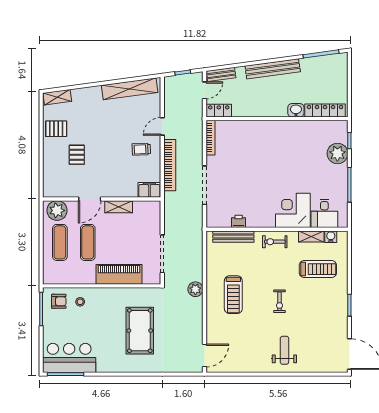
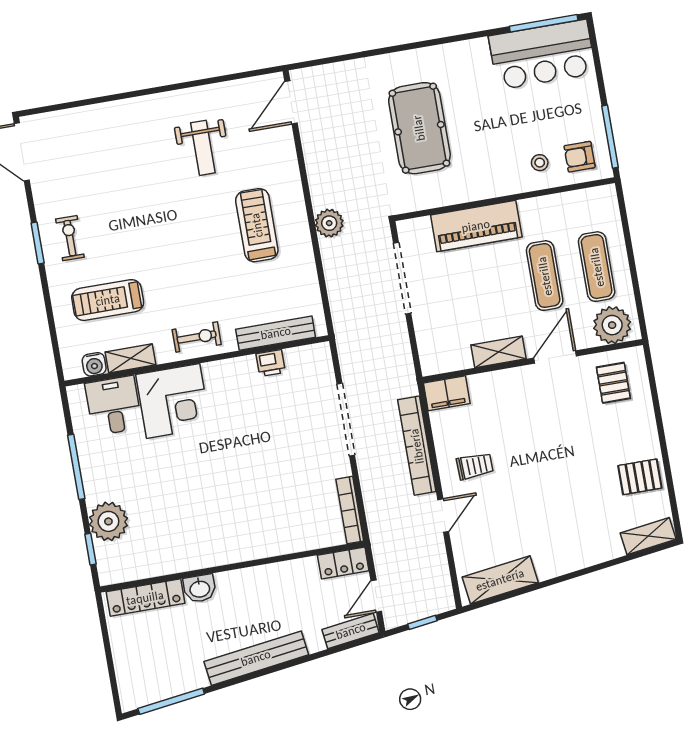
shelving: (130, 89) -> (500, 580), width x0.68
pallet: (77, 155) -> (613, 383), moved
exercise bike: (279, 301) -> (70, 238), moved
weight bench: (284, 350) -> (203, 148), moved

